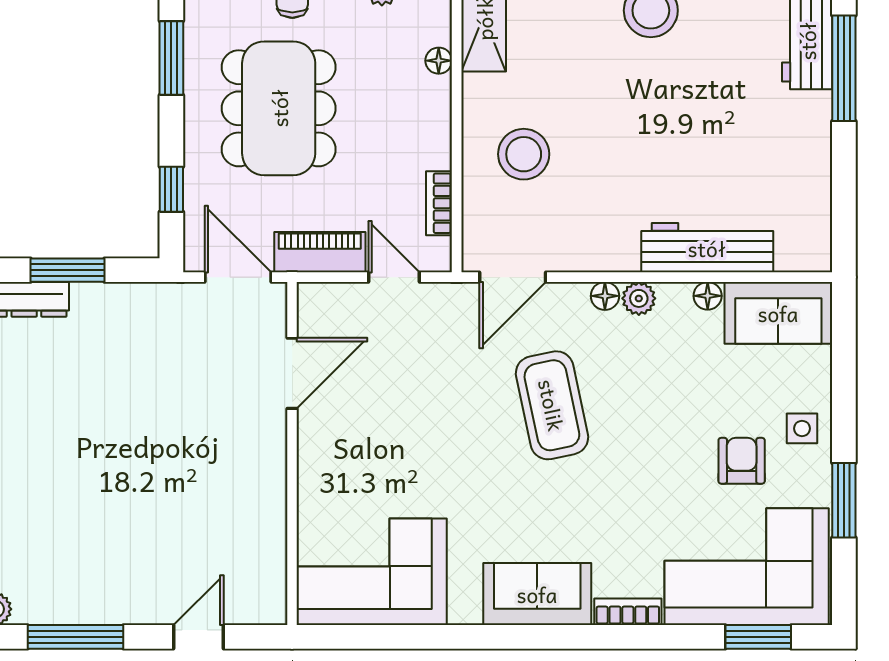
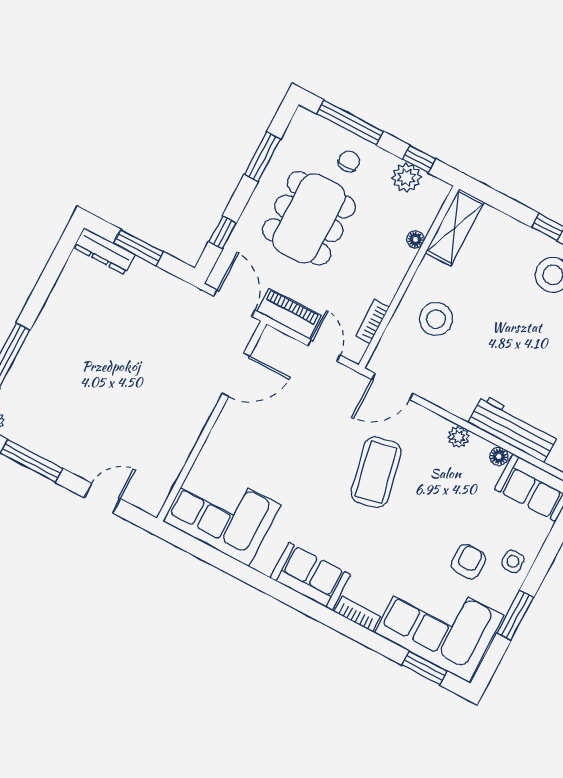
floor lamp: (605, 296) -> (440, 425), removed

